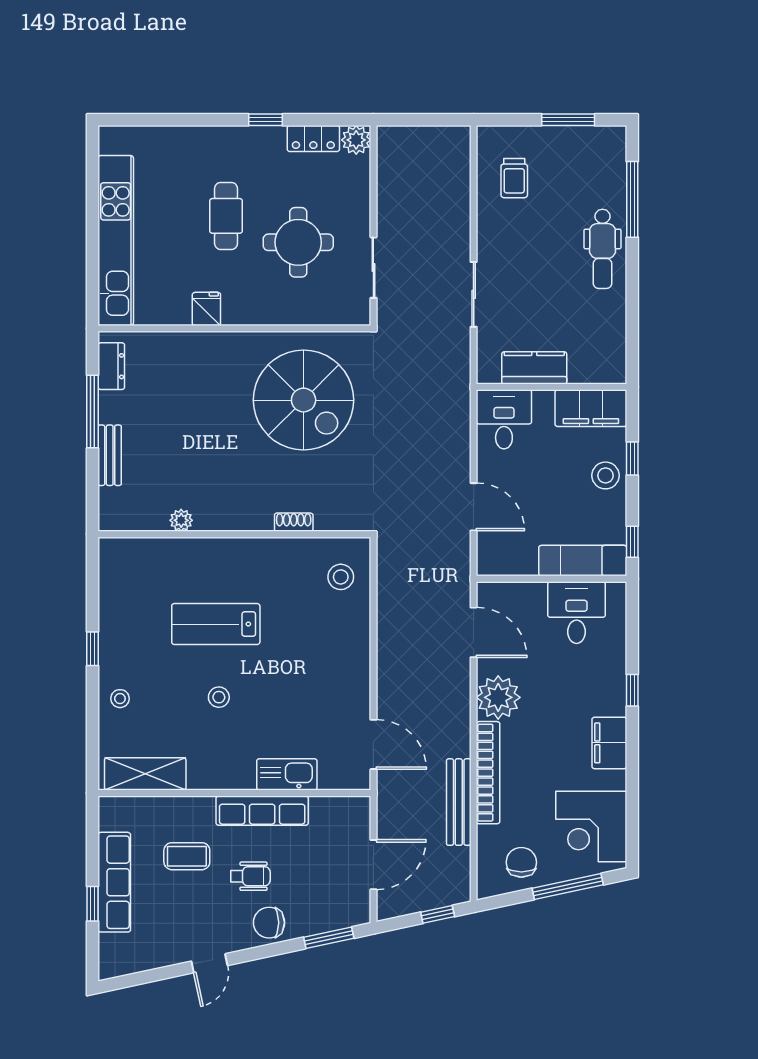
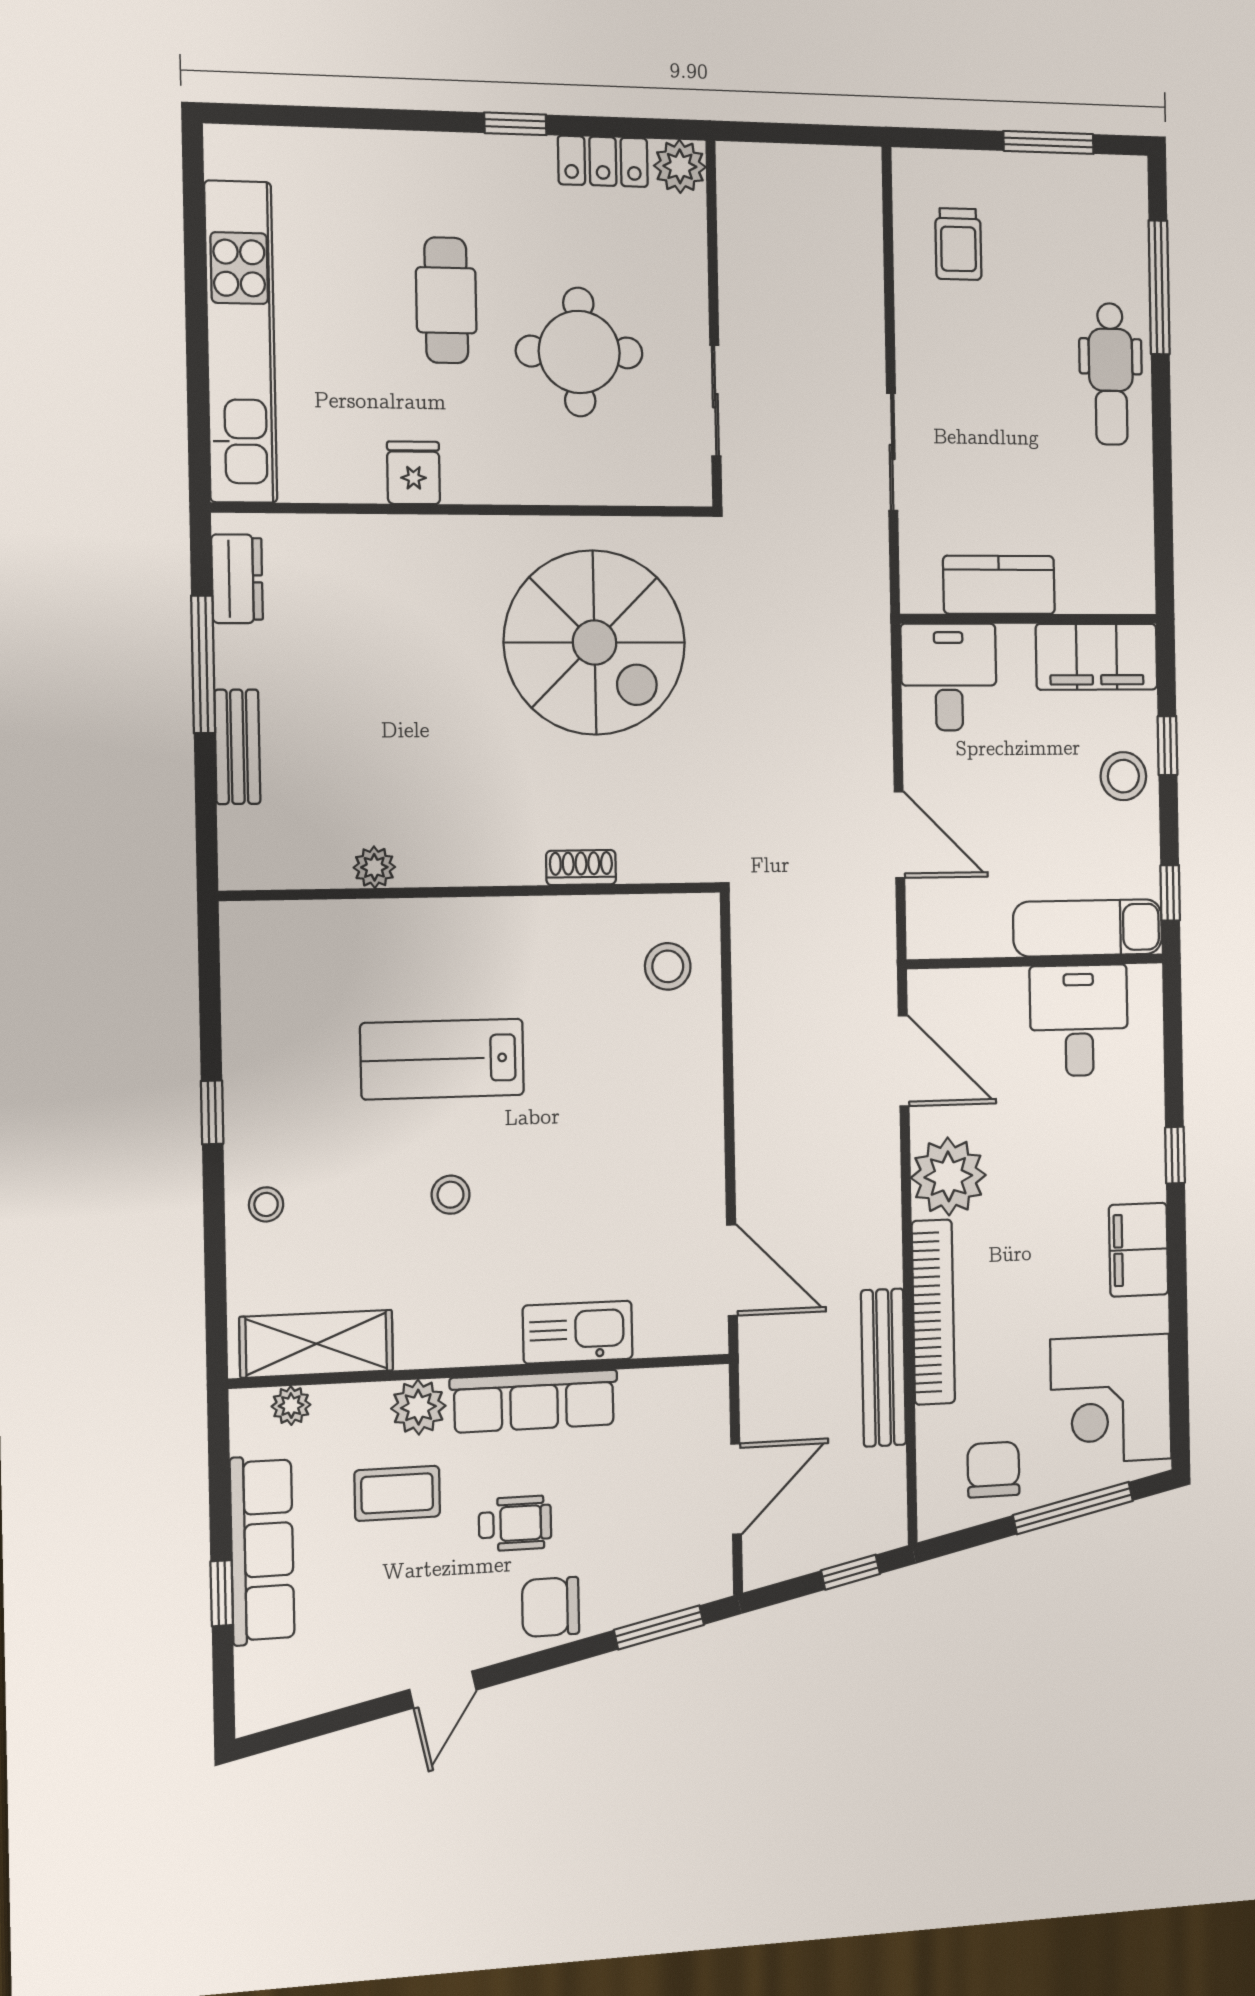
plant: (131, 806) -> (291, 1406), added
plant: (199, 811) -> (418, 1407), added

